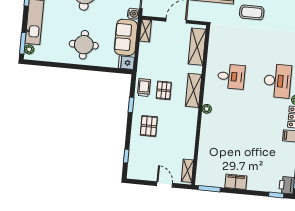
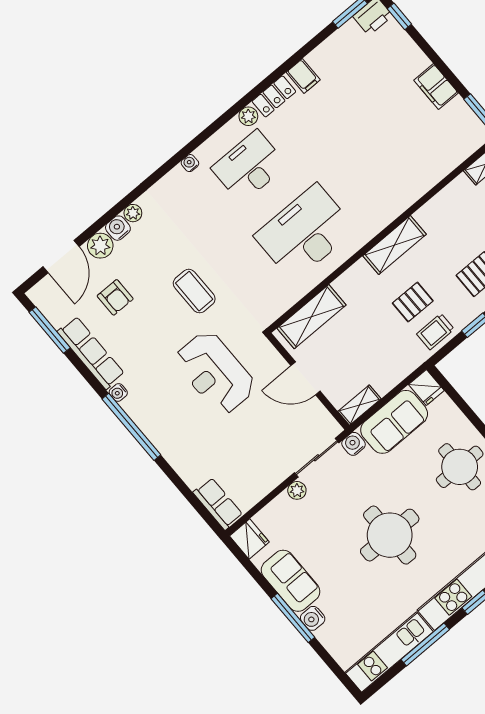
desk: (231, 76) -> (305, 233), width x1.87, depth x1.30
shelving: (194, 90) -> (394, 245), moved
plant: (207, 109) -> (380, 222), removed

